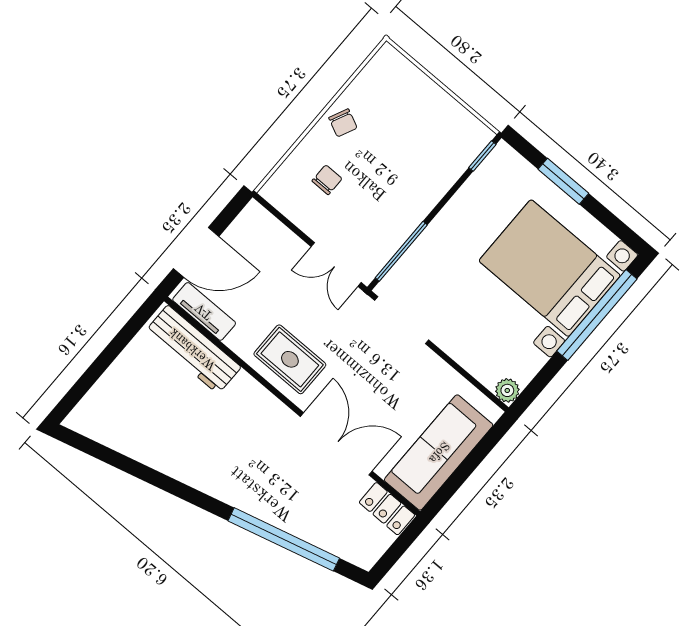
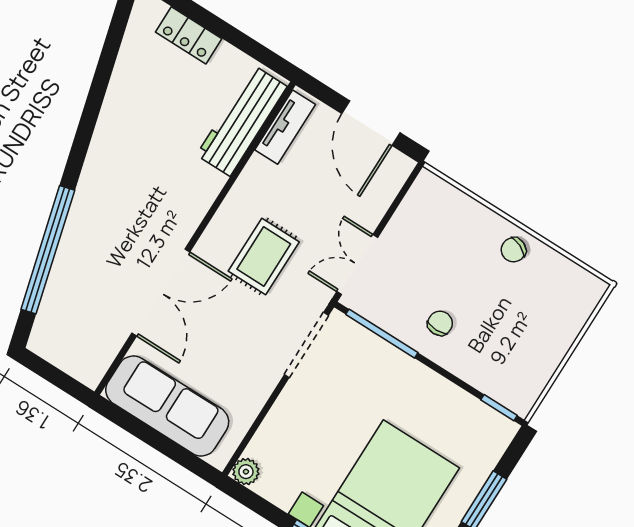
chair: (327, 180) -> (440, 323), moved, turned -90
door: (196, 252) -> (371, 123), moved
rug: (290, 359) -> (264, 256), moved
locker: (387, 509) -> (189, 35), moved, turned -90

